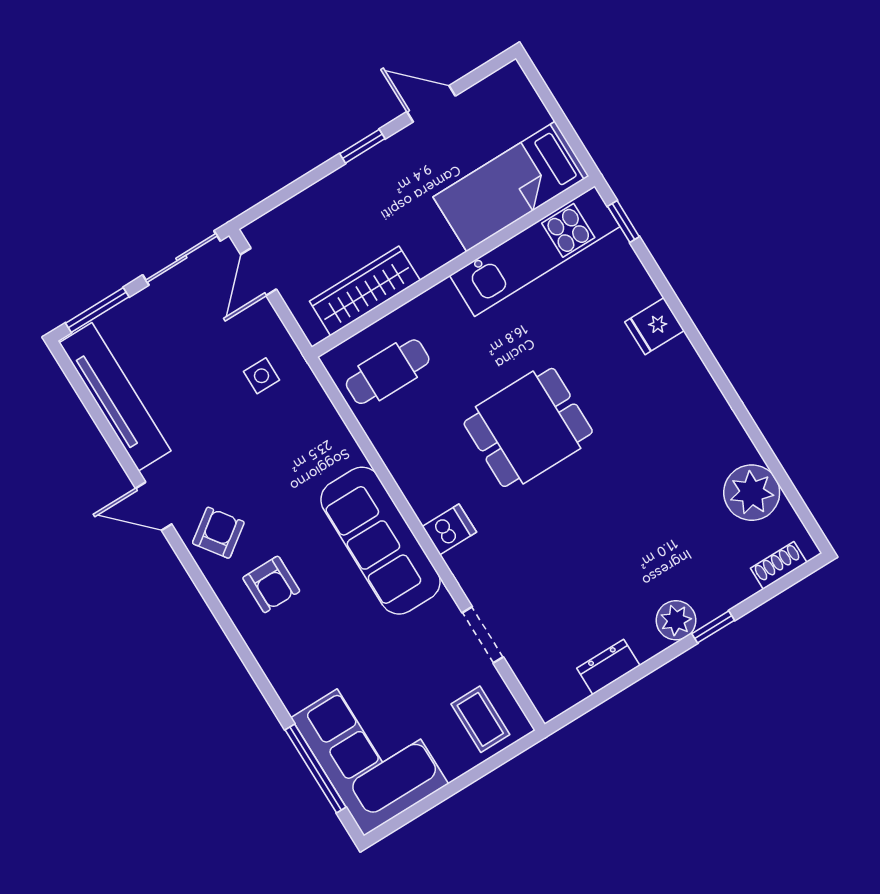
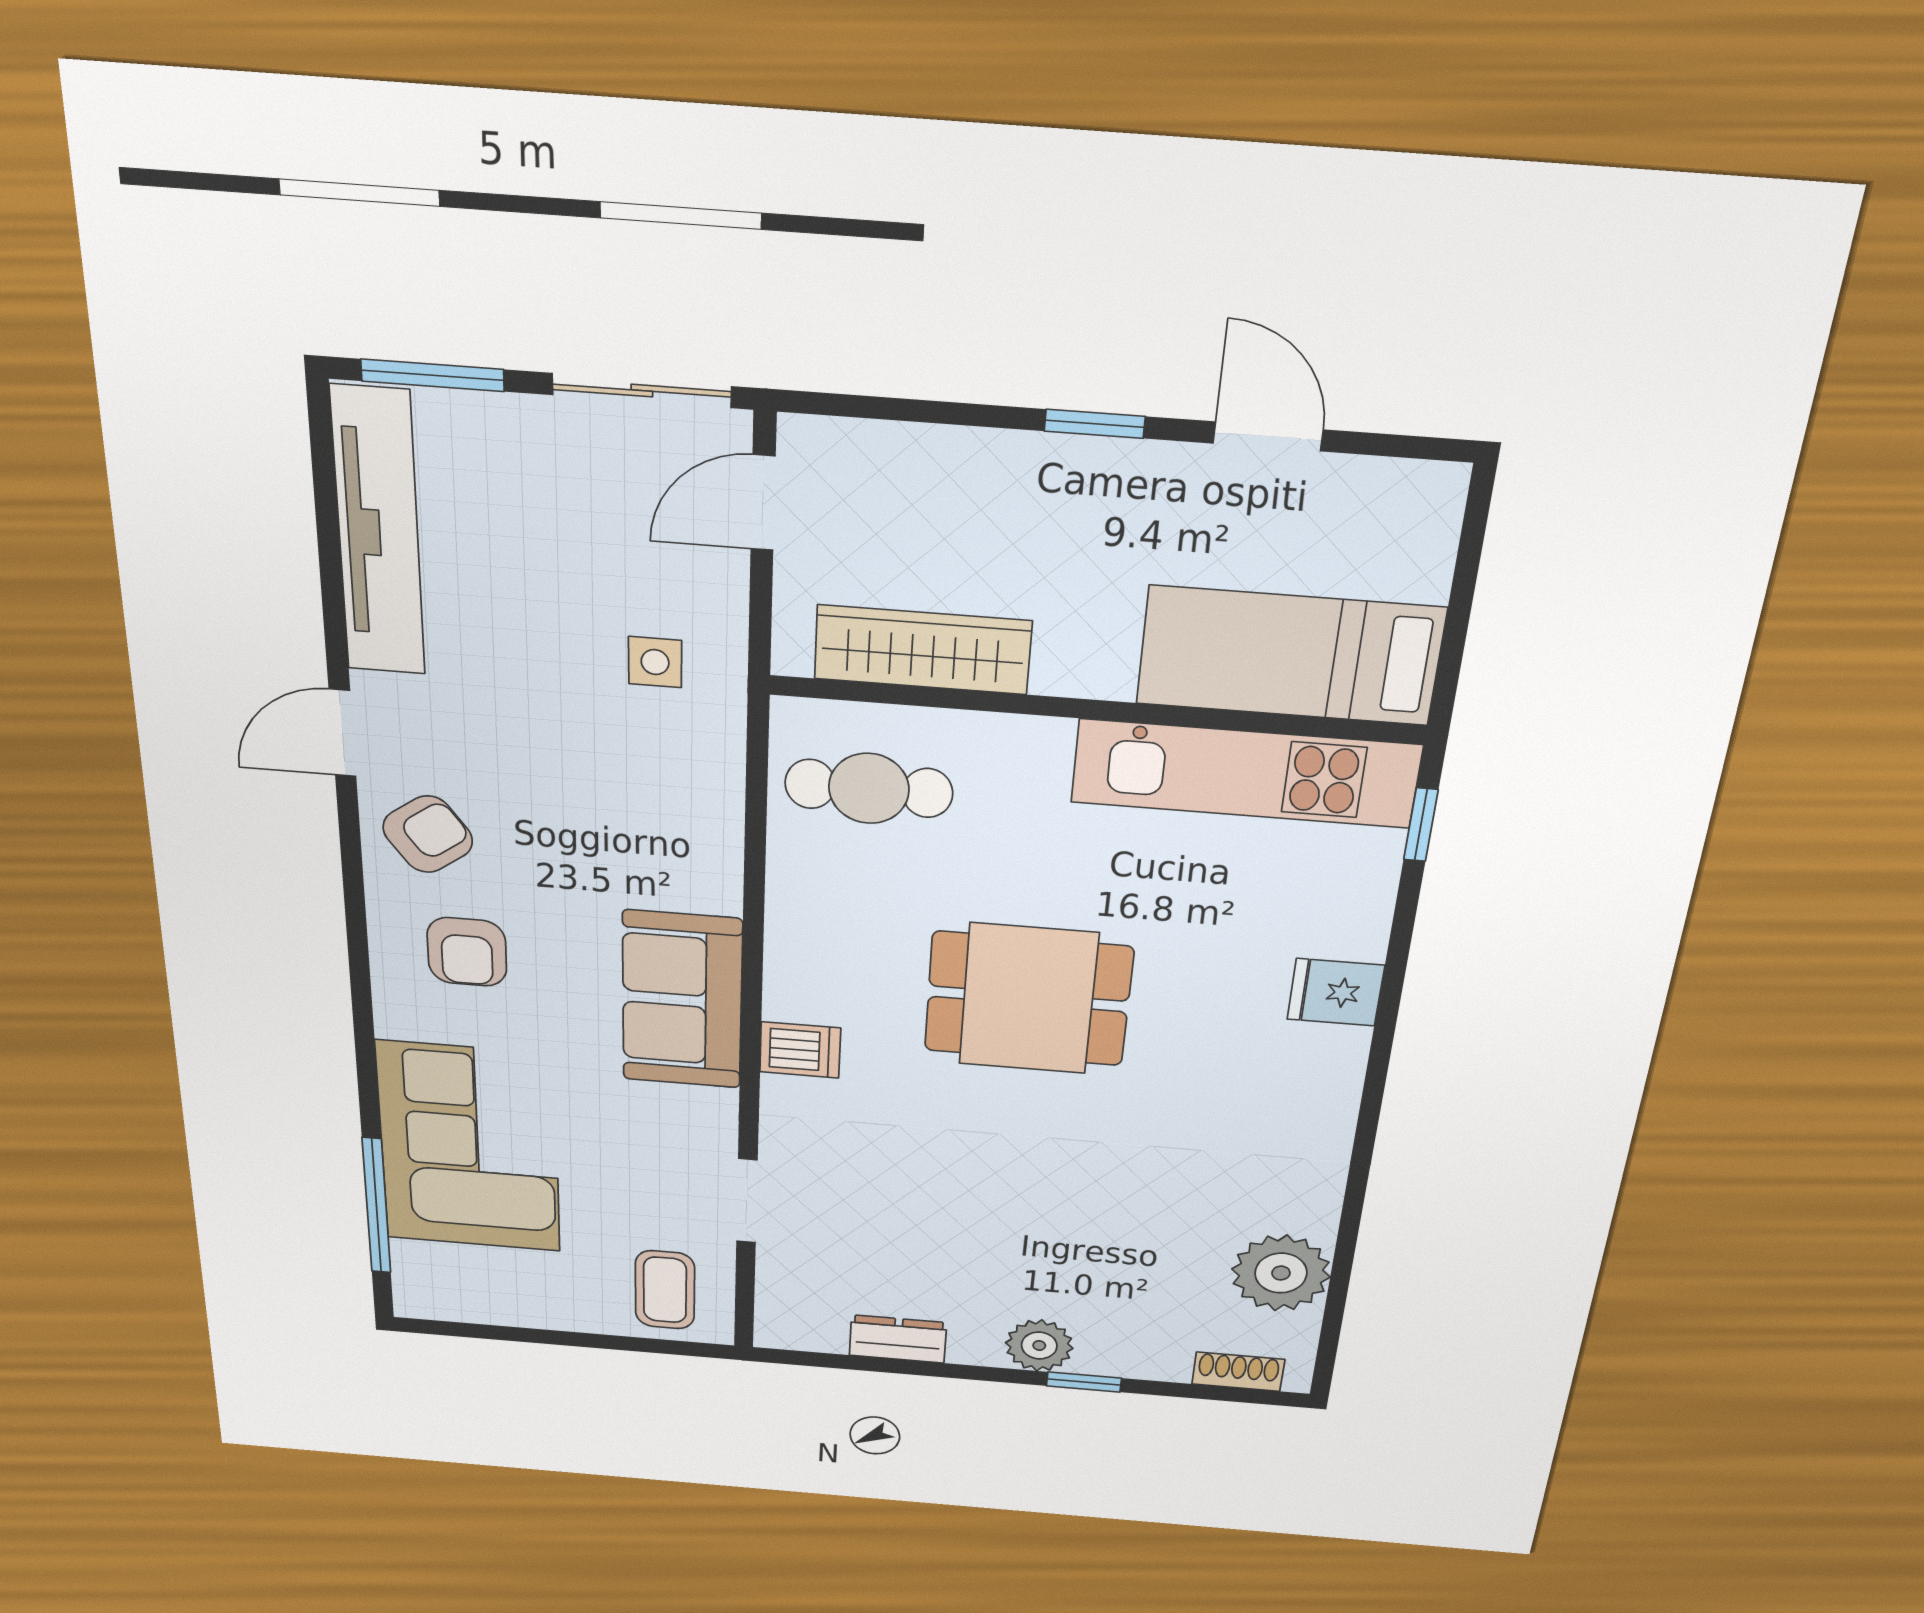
door: (154, 506) -> (343, 733), hinge flipped
sofa: (380, 541) -> (682, 1000), width x0.73
corner sofa: (370, 751) -> (469, 1148), moved

